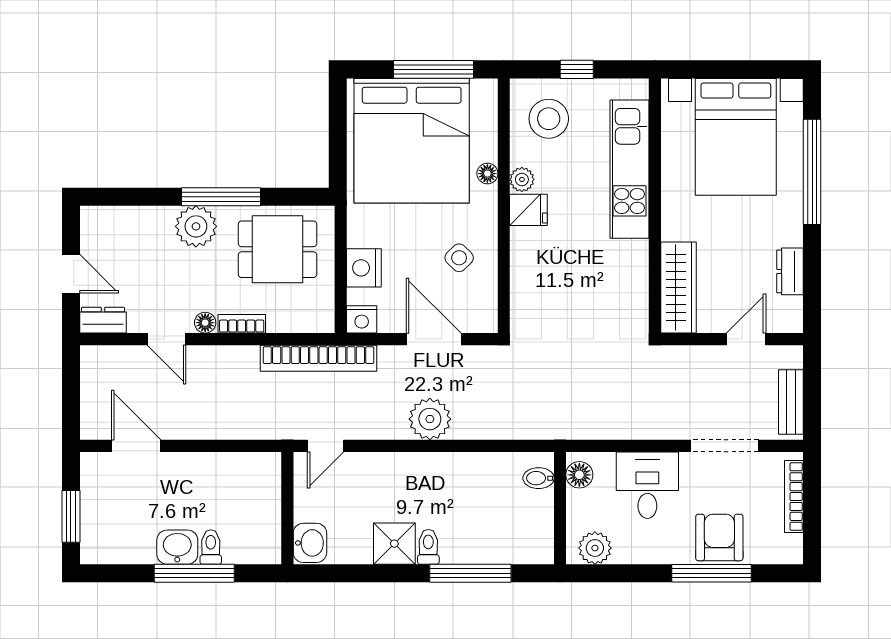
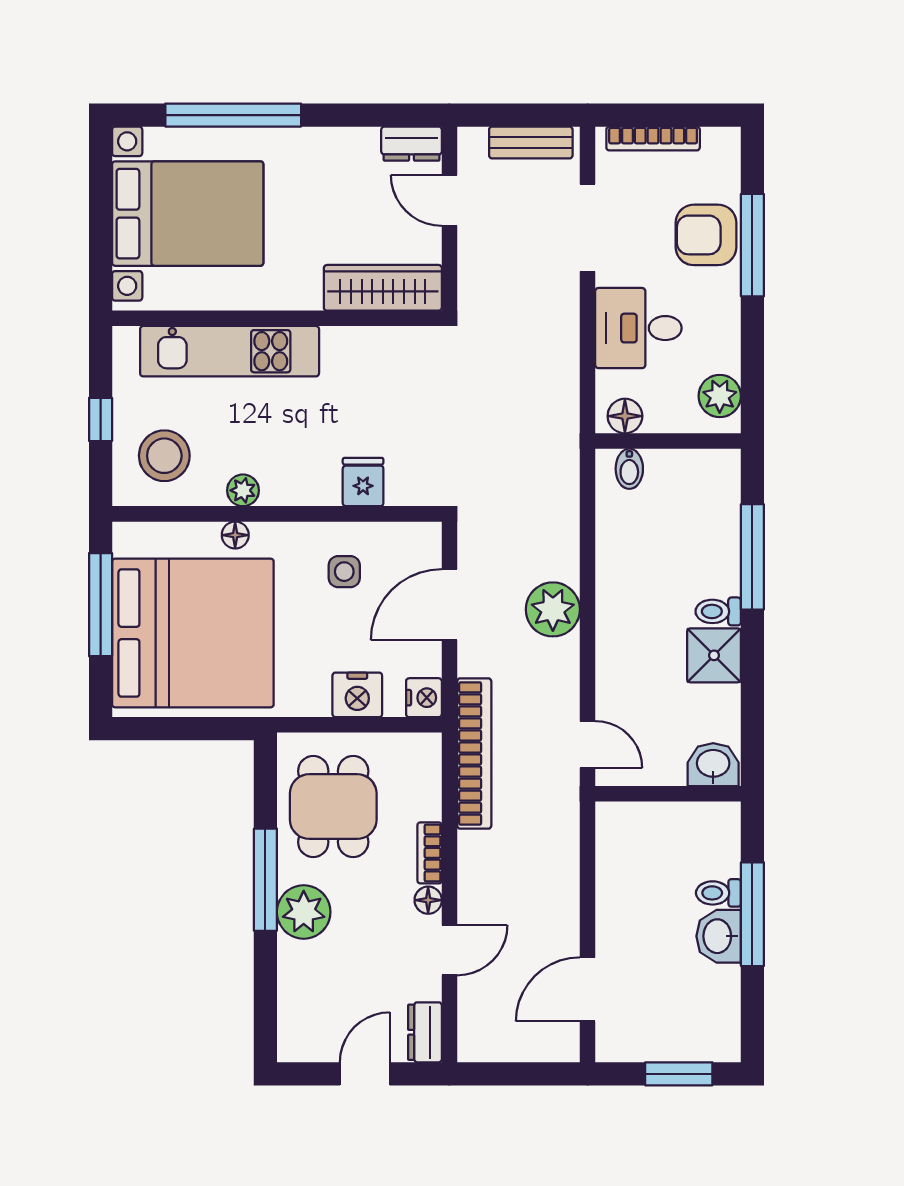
fridge: (528, 210) -> (363, 482), moved
side table: (459, 258) -> (344, 572), turned 45
dresser: (790, 271) -> (412, 144), moved

